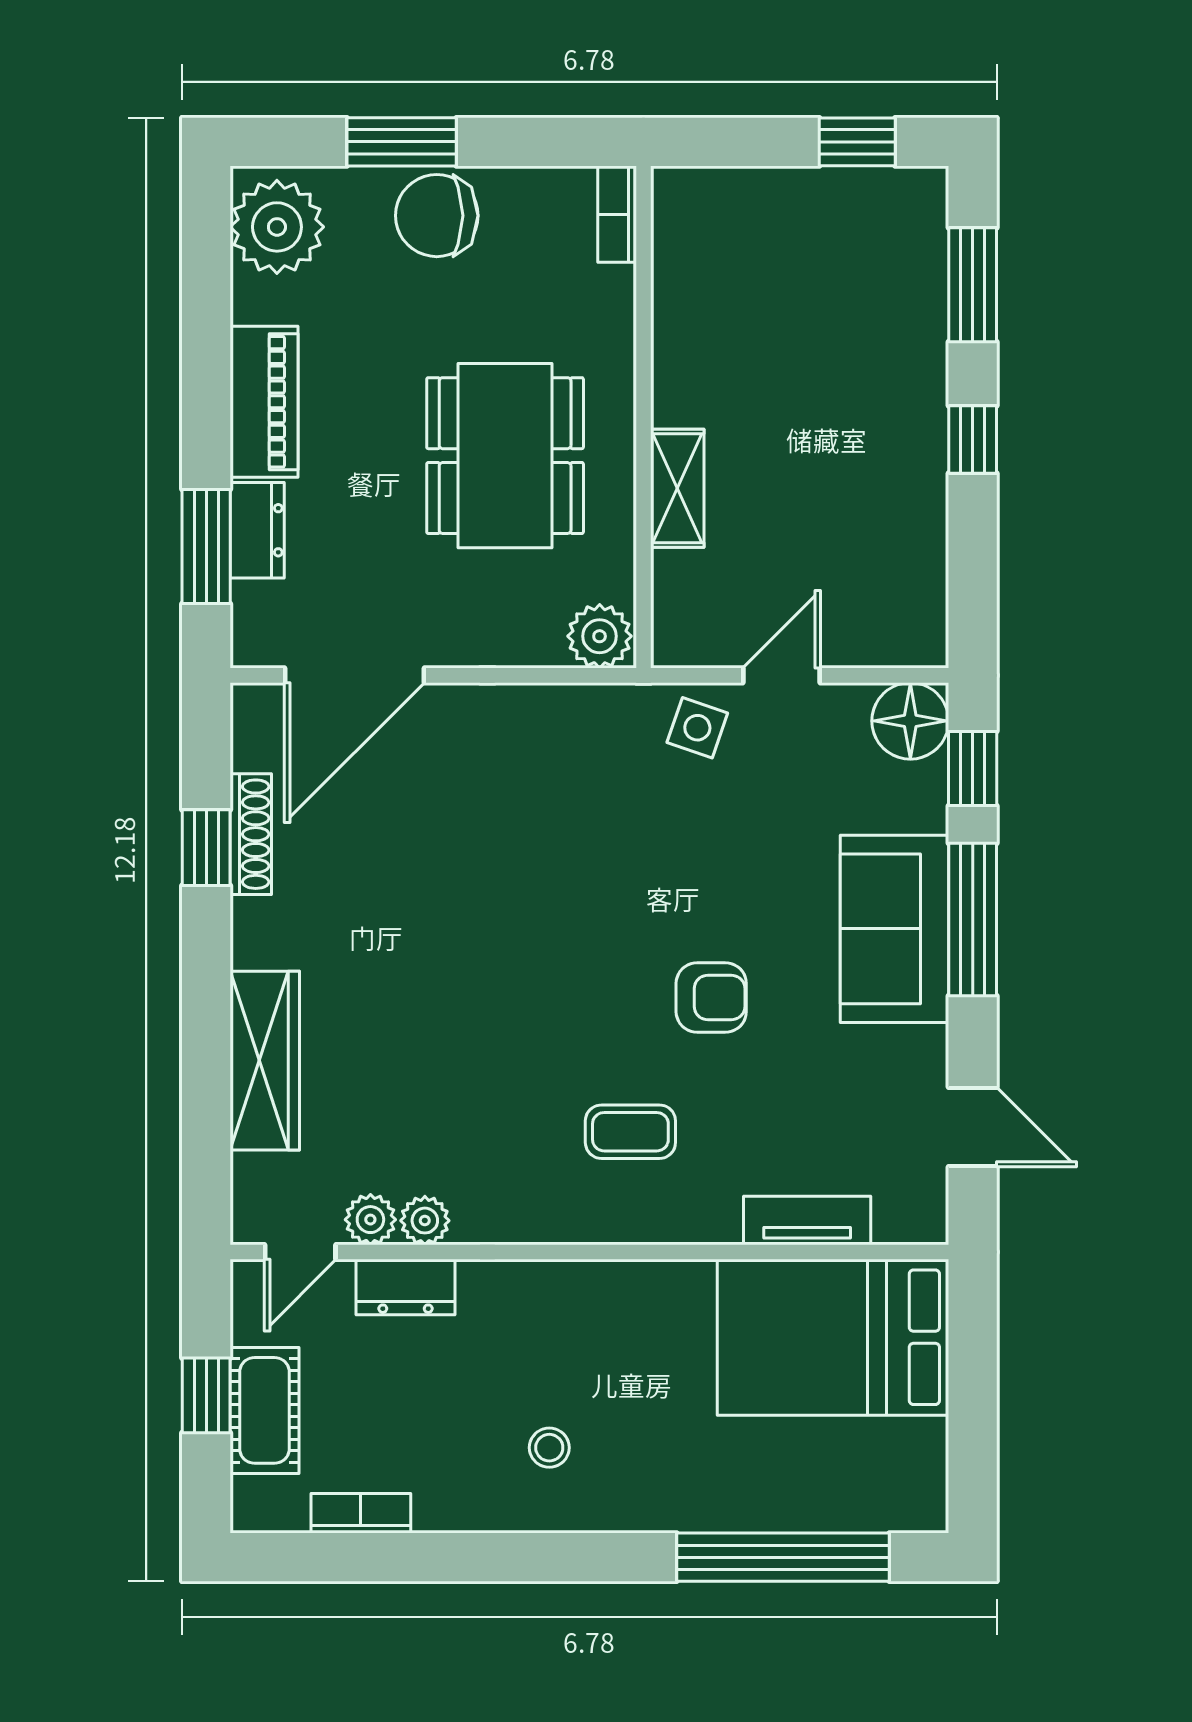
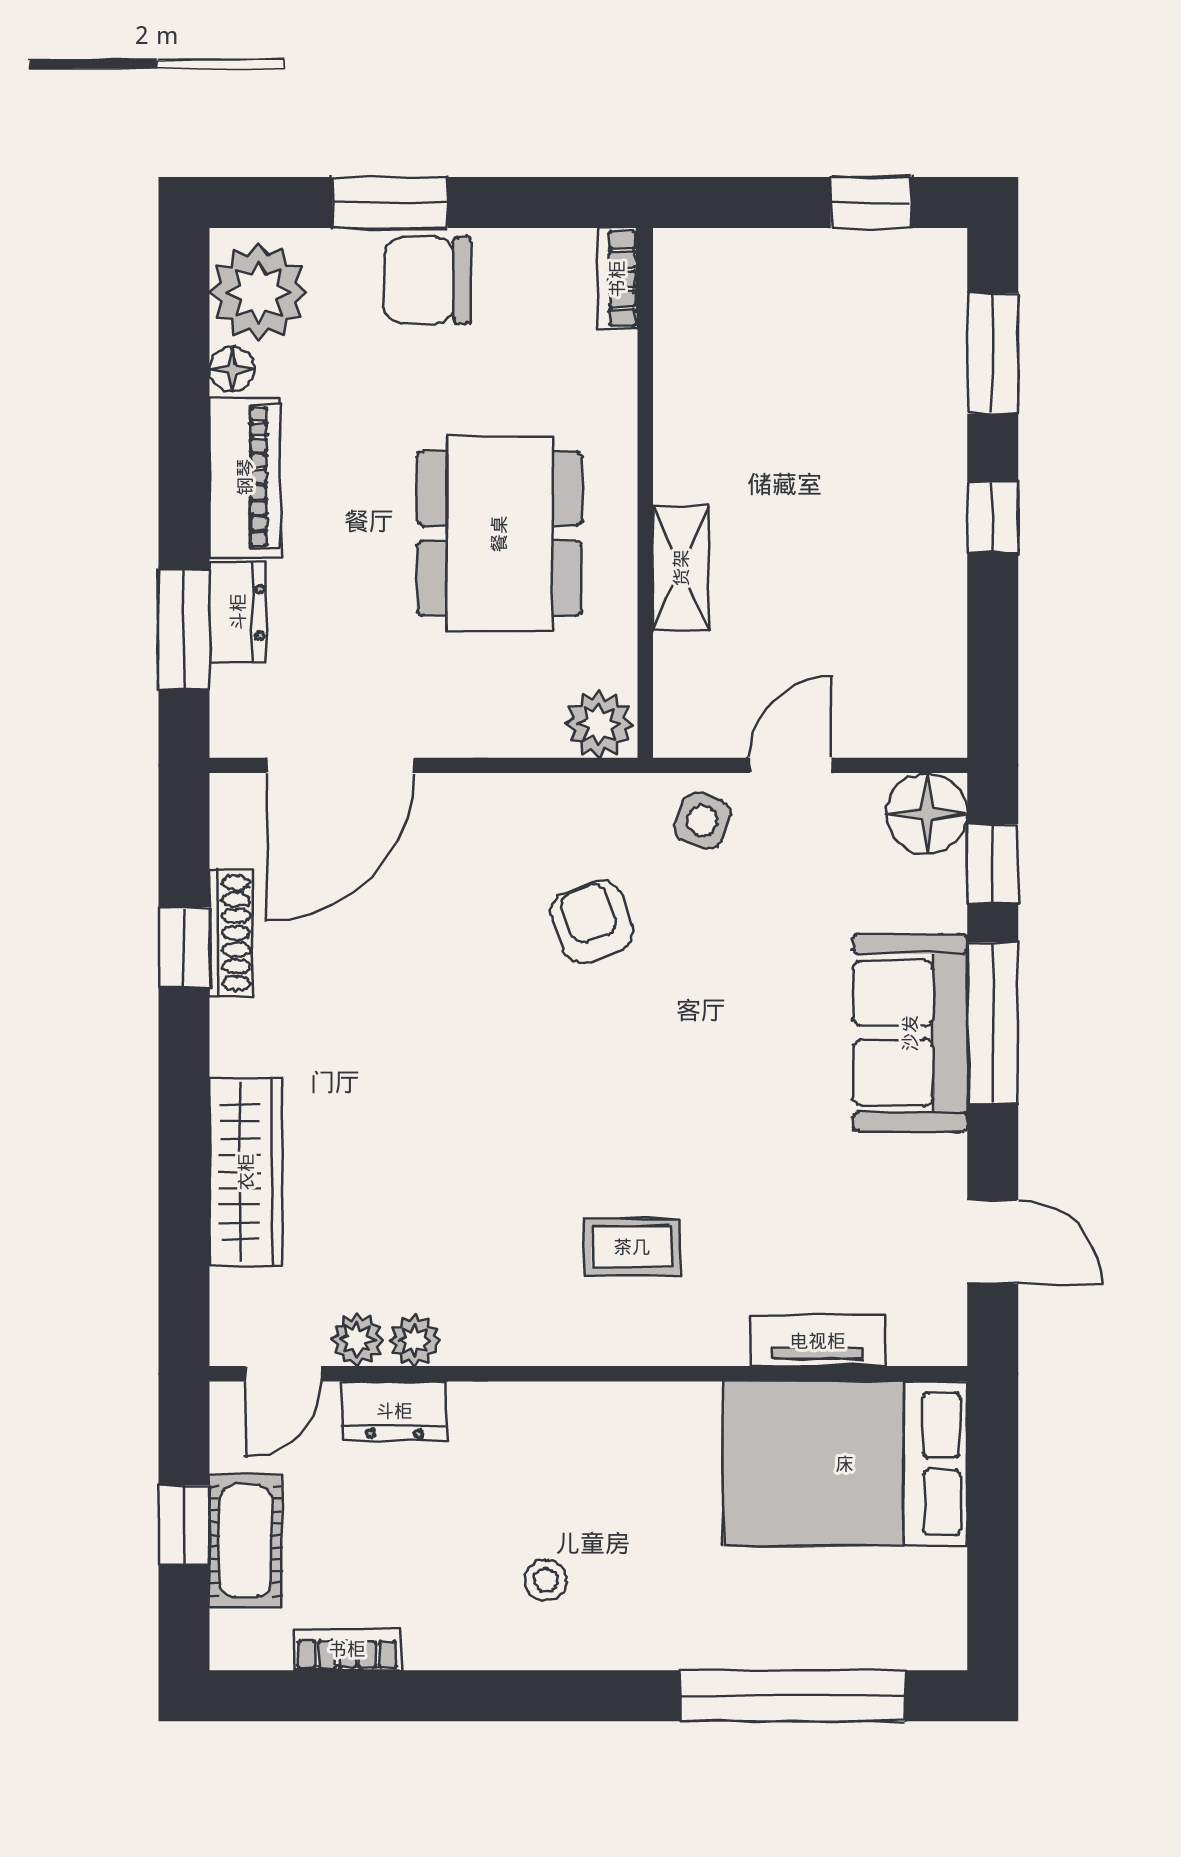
floor lamp: (252, 300) -> (232, 369), added
armchair: (711, 997) -> (592, 922), moved, turned -110

